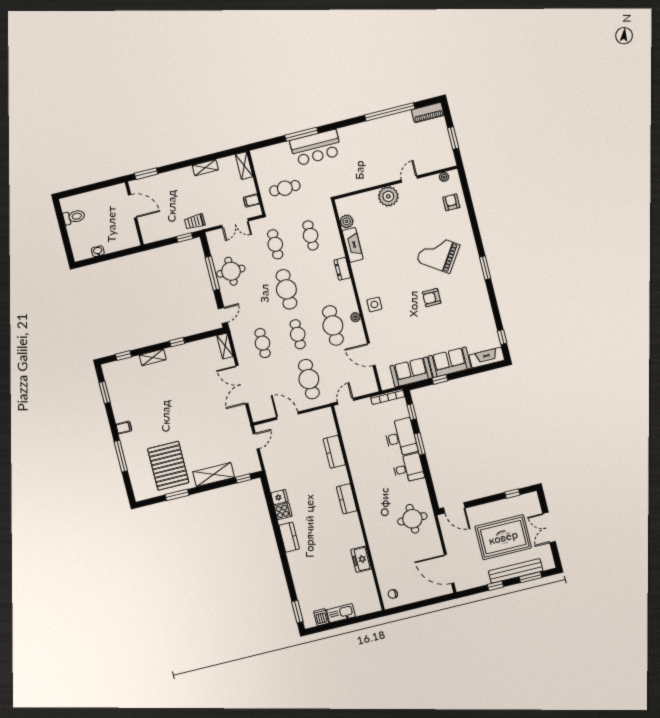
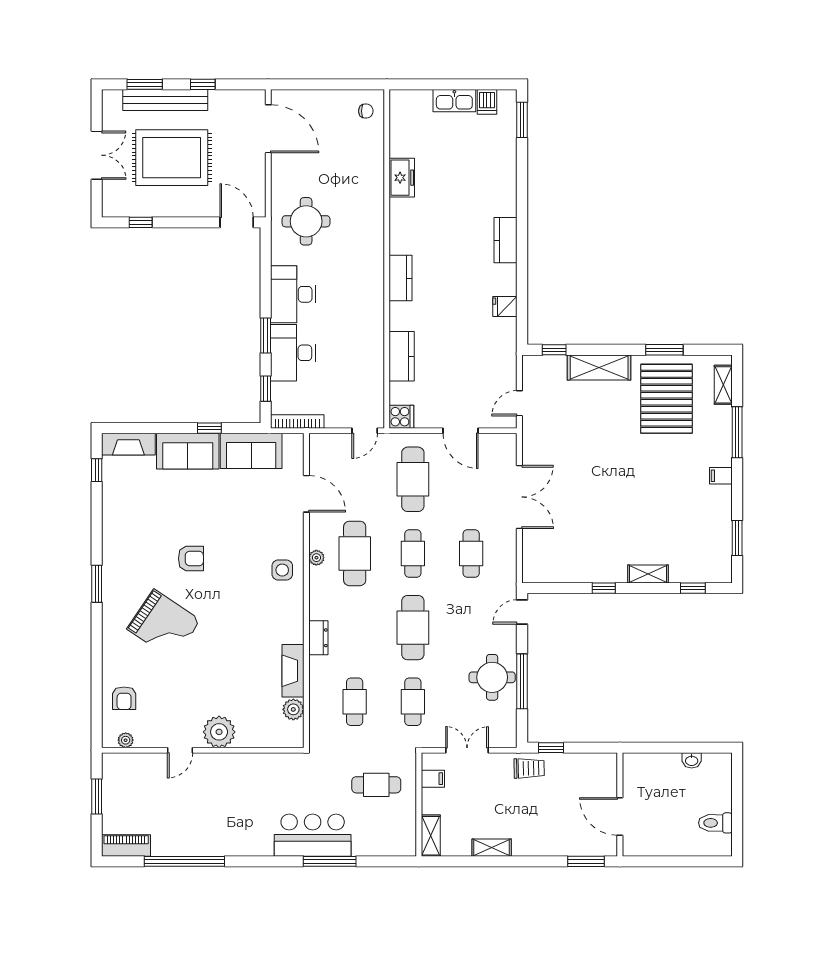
shelving: (225, 346) -> (723, 385), moved
desk: (408, 468) -> (293, 294), width x1.37
cooker: (283, 511) -> (401, 417), moved, turned 180

